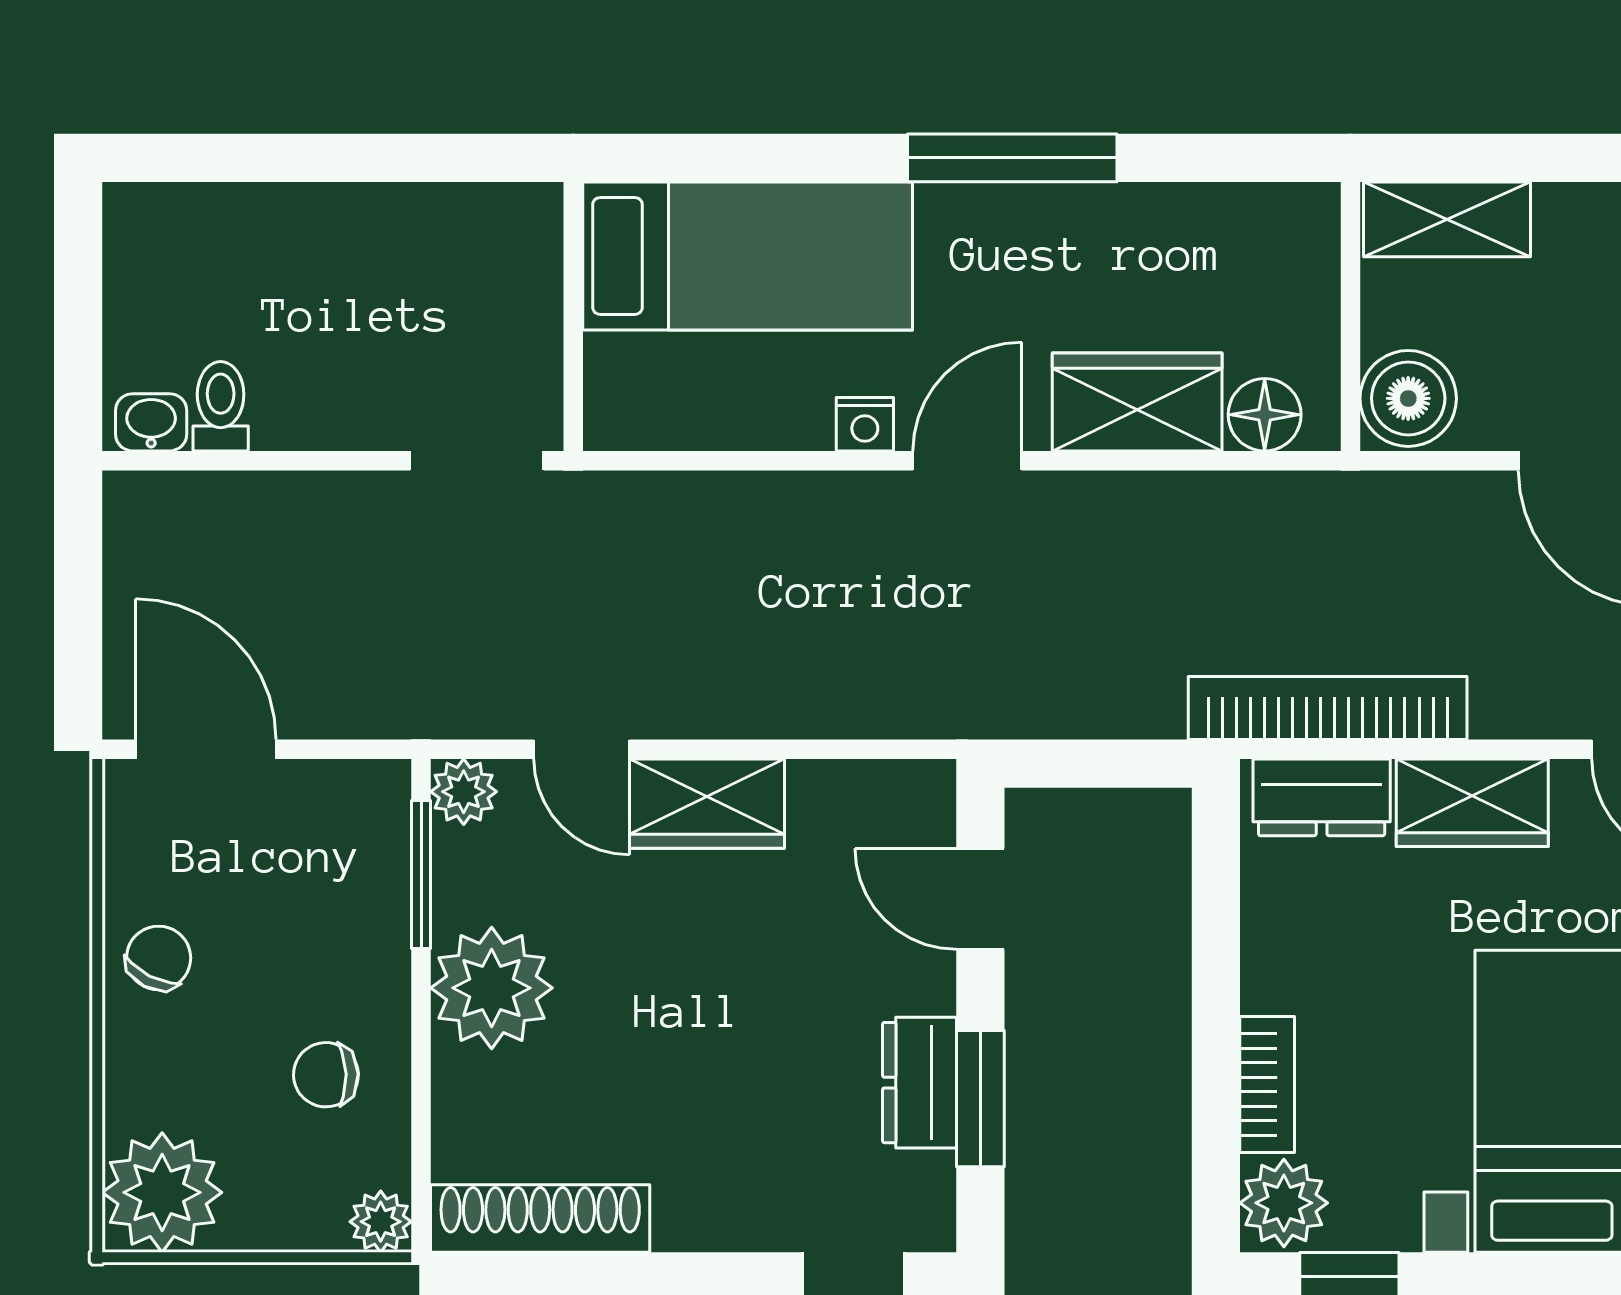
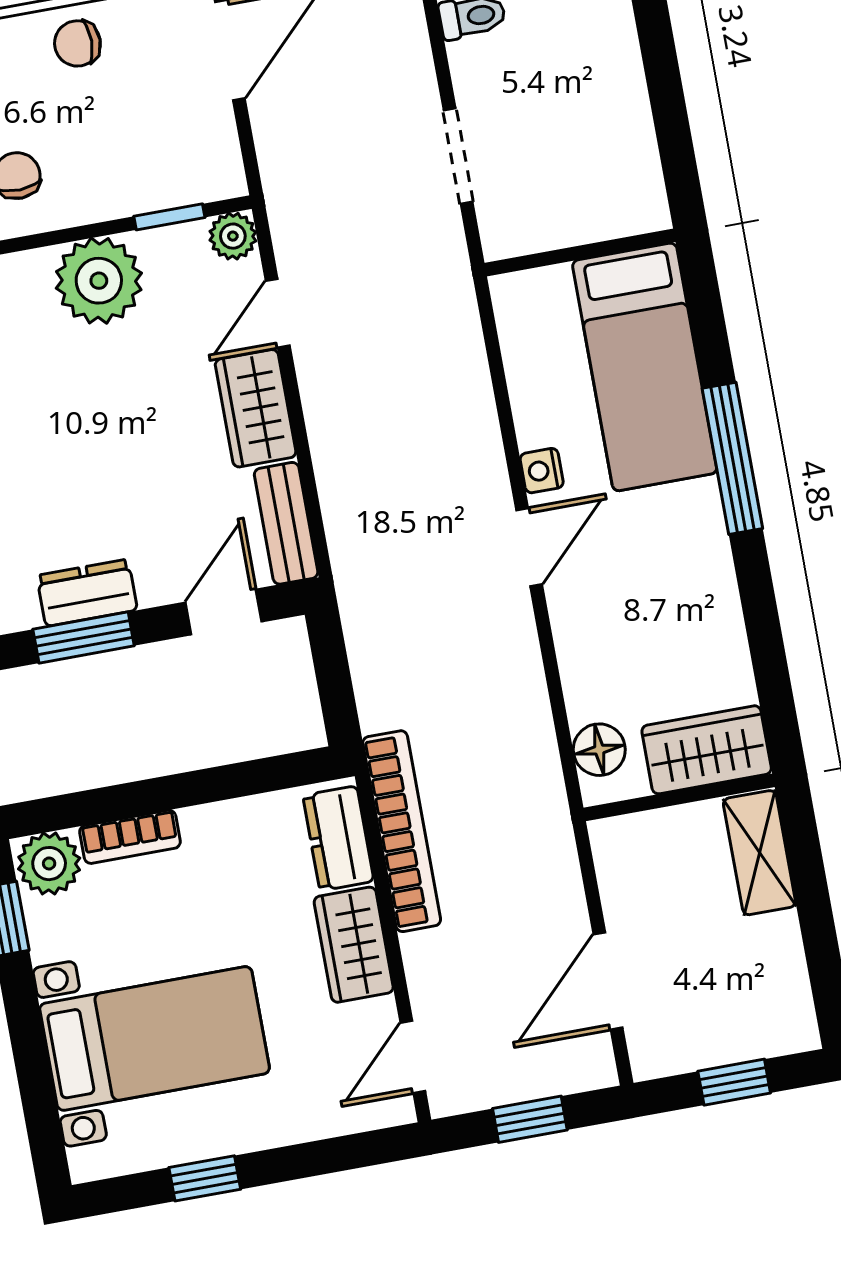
window: (1012, 158) -> (732, 458), moved
boiler: (1408, 398) -> (629, 848), removed
wardrobe: (1137, 402) -> (707, 750), moved, turned -90
doorway: (477, 461) -> (458, 156), moved
door: (967, 461) -> (529, 547), hinge flipped
bench: (874, 790) -> (286, 523), added
window: (421, 875) -> (169, 217), width x0.67
chair: (159, 958) -> (77, 43), turned 153

